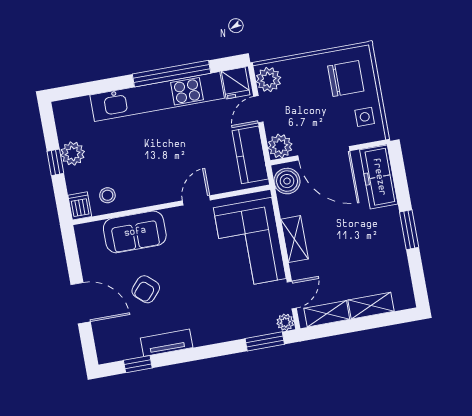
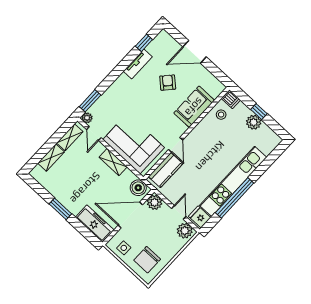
kitchen counter: (250, 155) -> (166, 170), moved, turned 90

